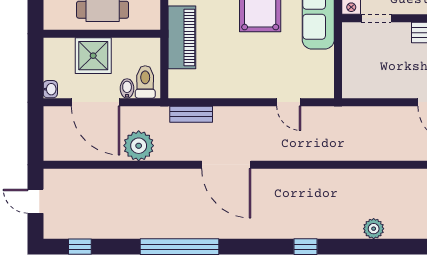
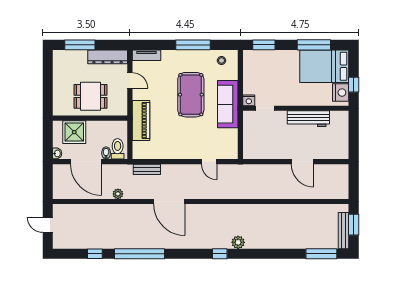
shower: (93, 56) -> (74, 132), moved
plant: (139, 146) -> (118, 194), width x0.53, depth x0.53
plant: (374, 229) -> (238, 242), moved
window: (80, 247) -> (95, 254), moved

